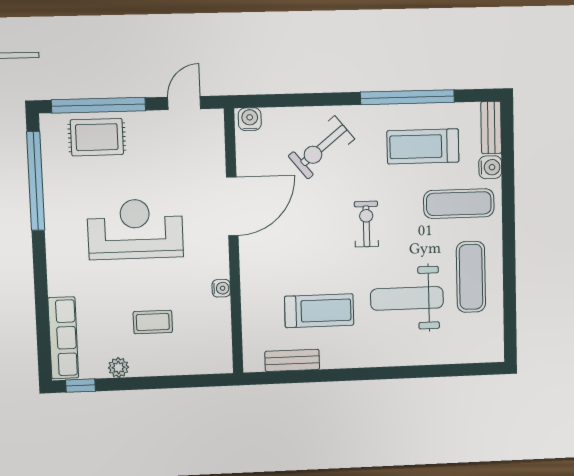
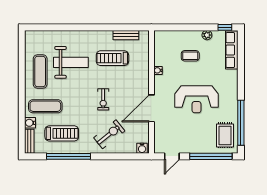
rug: (97, 137) -> (225, 135), moved, turned 90
exercise bike: (366, 224) -> (103, 99), moved

